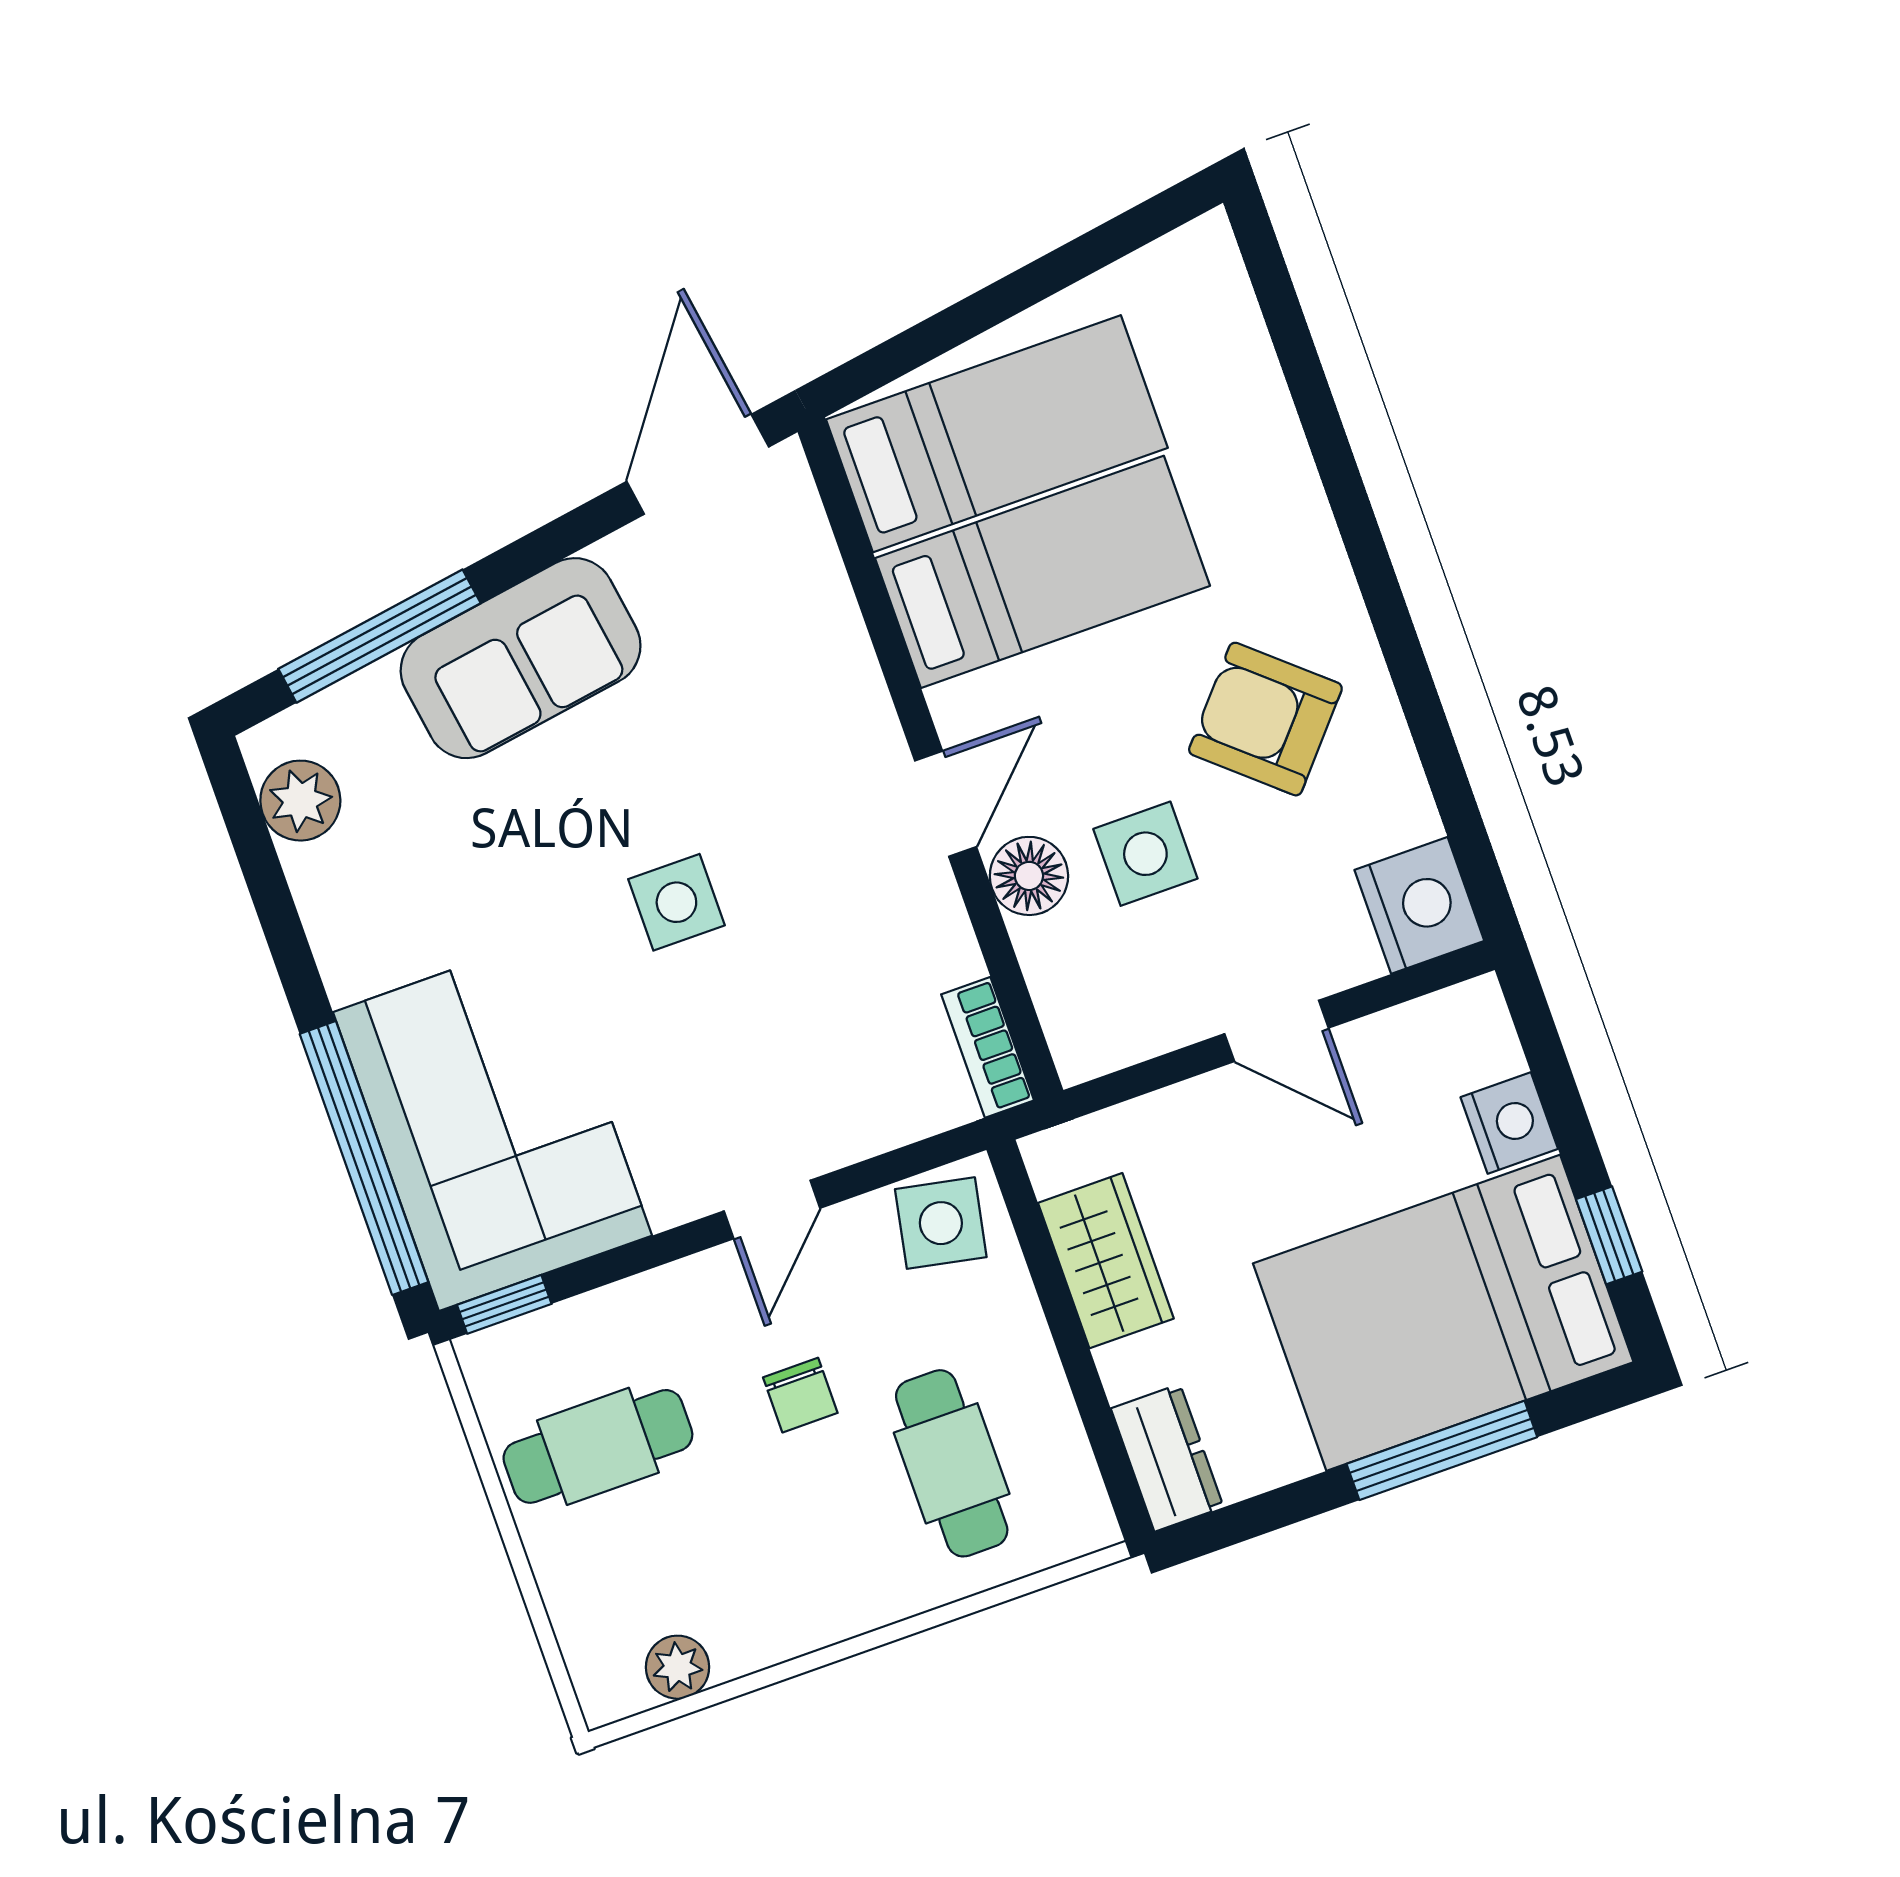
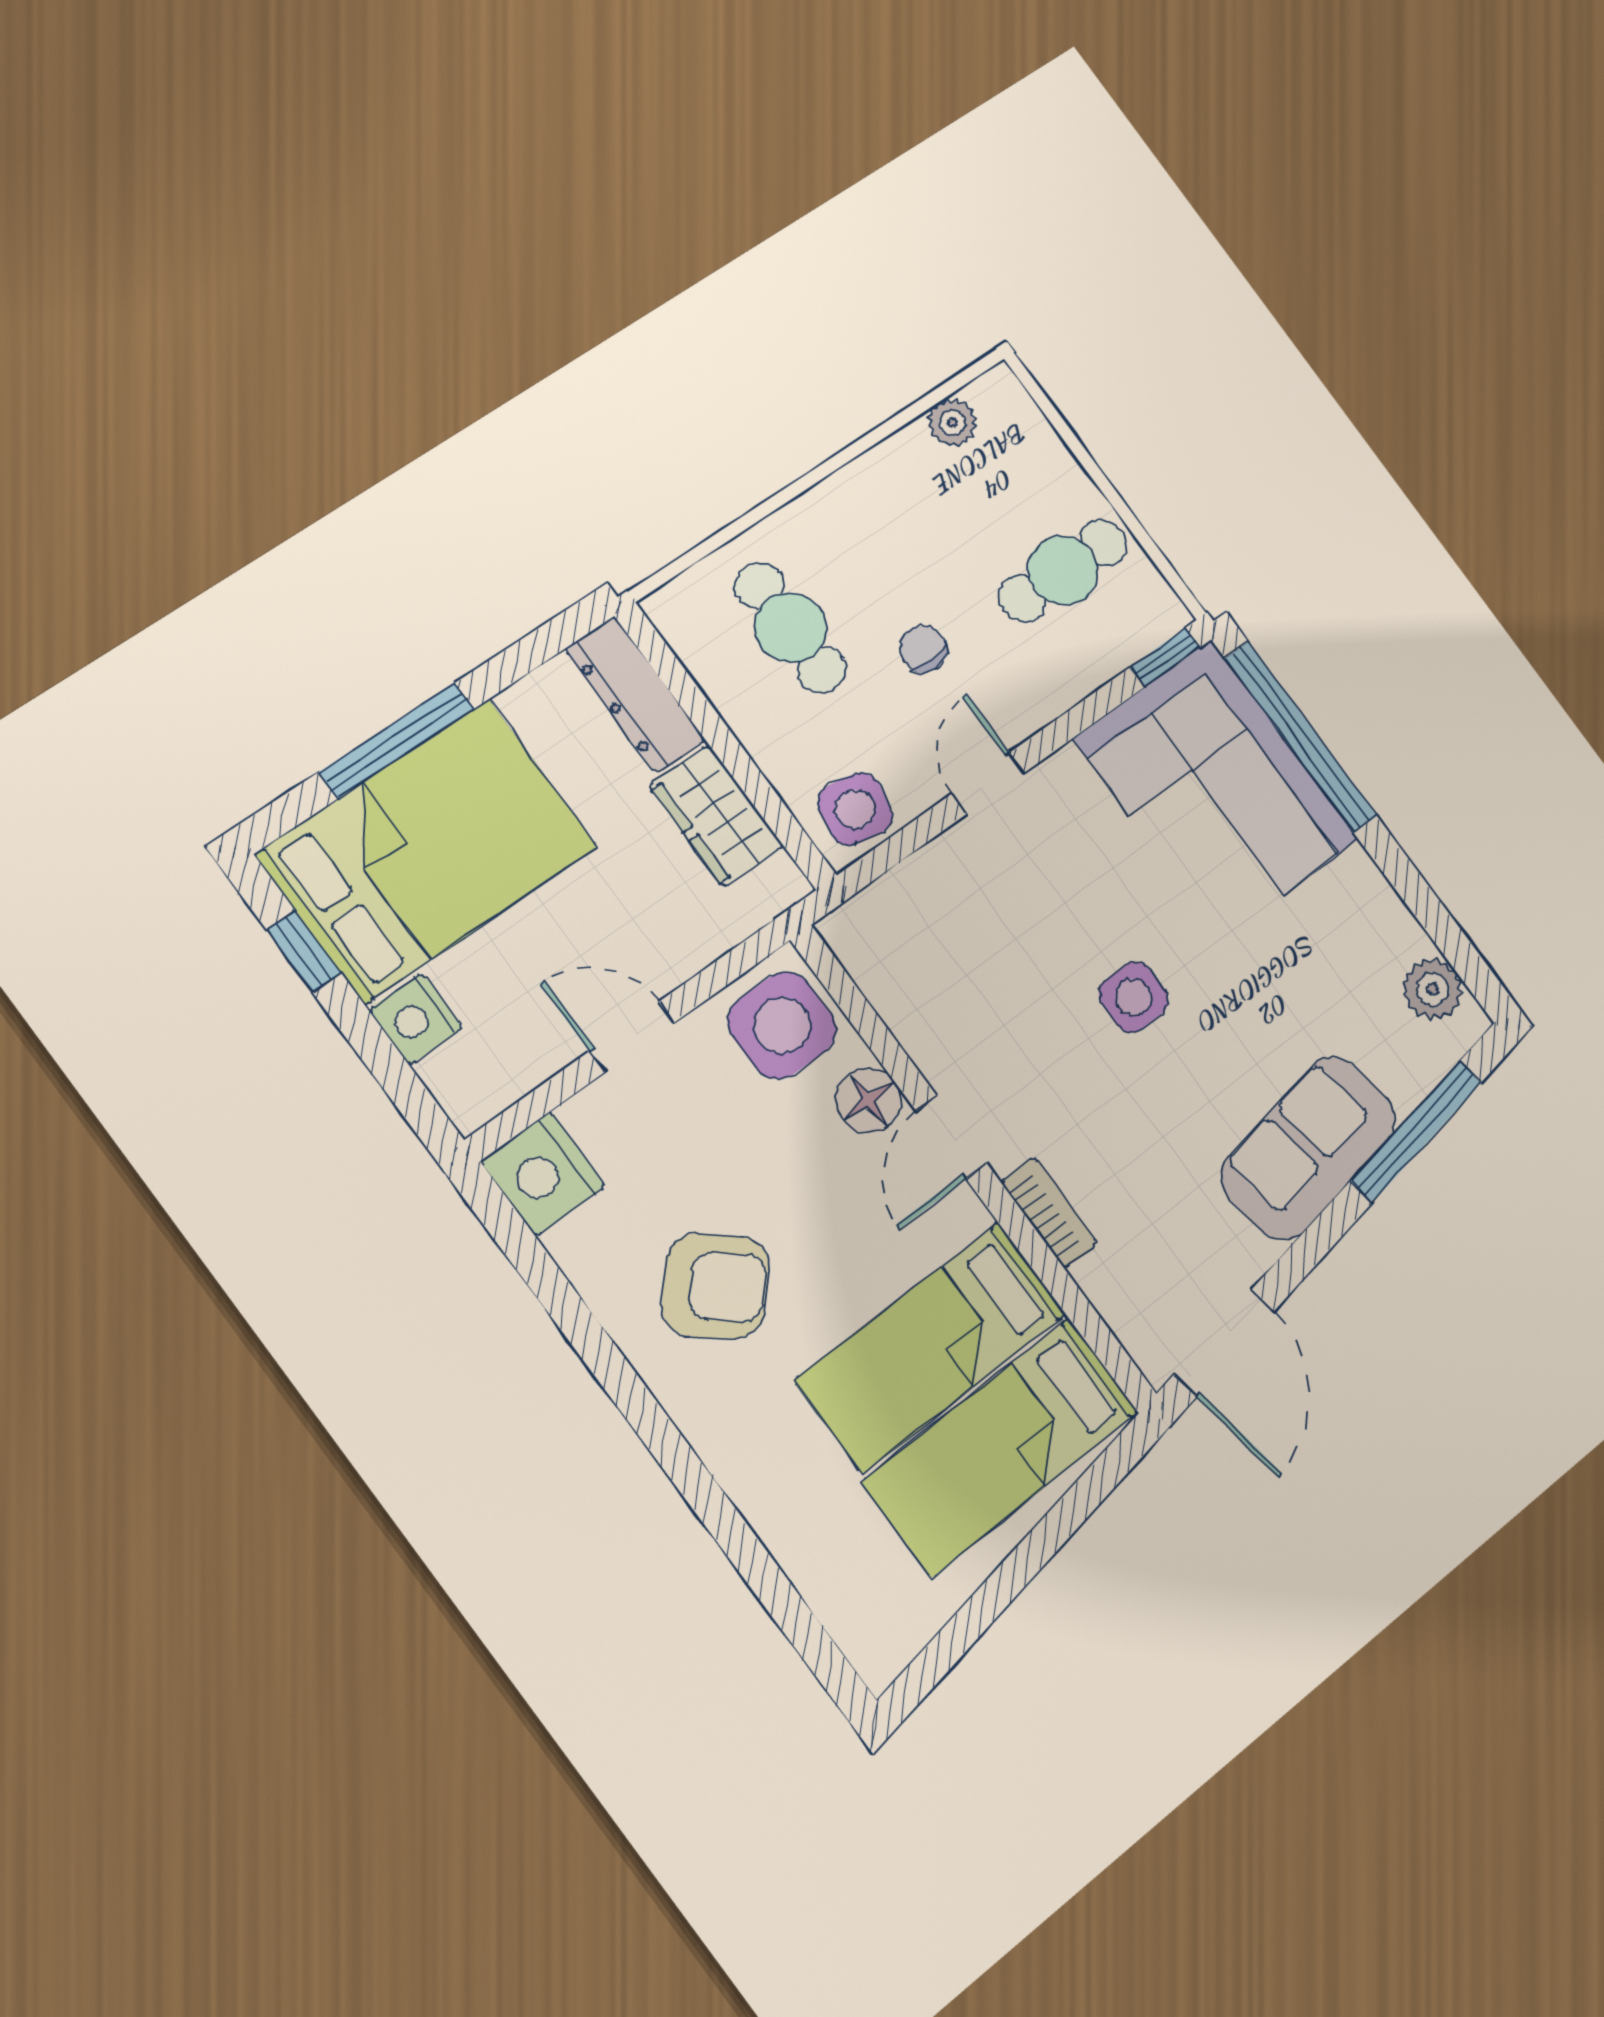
side table: (1145, 854) -> (782, 1025), moved, width x1.37, depth x1.37
bookcase: (988, 1047) -> (1049, 1213), moved
dresser: (1167, 1458) -> (635, 695), width x1.44

